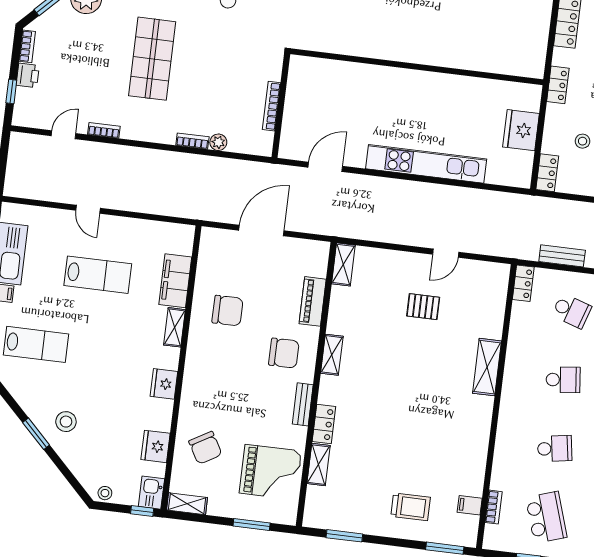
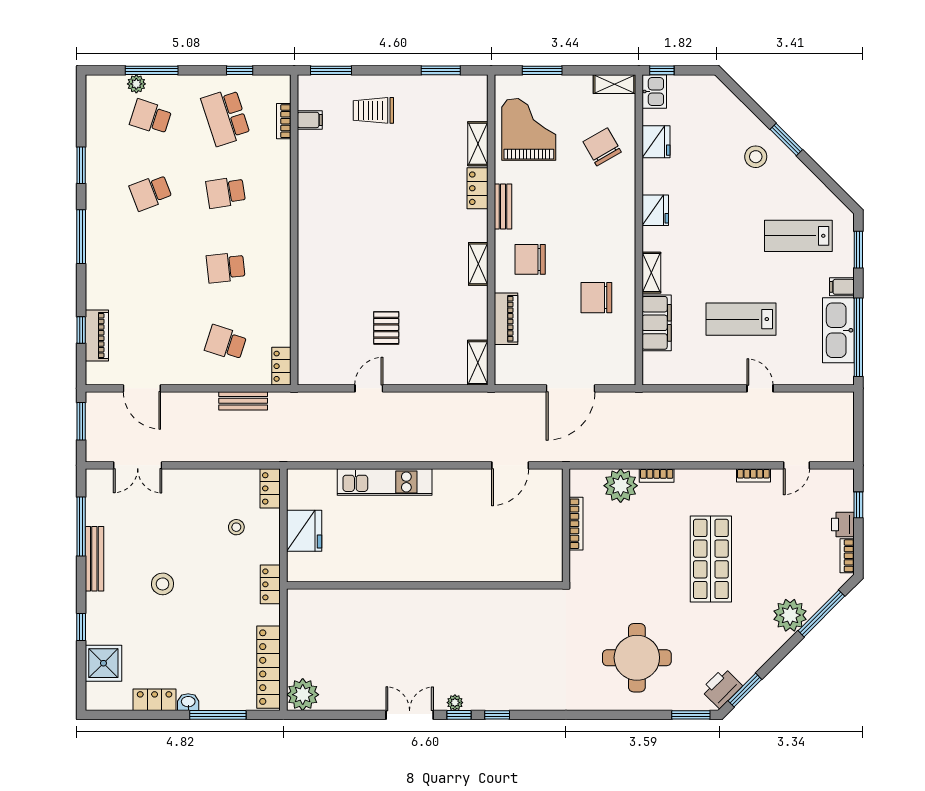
plant: (218, 142) -> (621, 486), width x1.88, depth x1.88
kitchen unit: (426, 164) -> (385, 482), width x0.73
pallet: (423, 307) -> (386, 328), turned 90
shelving: (487, 367) -> (309, 271), removed
grand piano: (270, 472) -> (529, 129), turned 90
stool: (105, 493) -> (704, 85), removed

